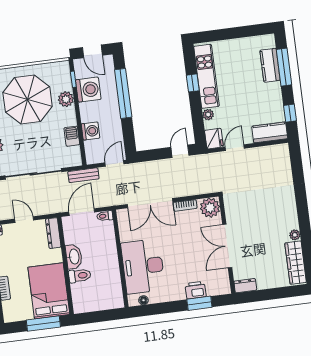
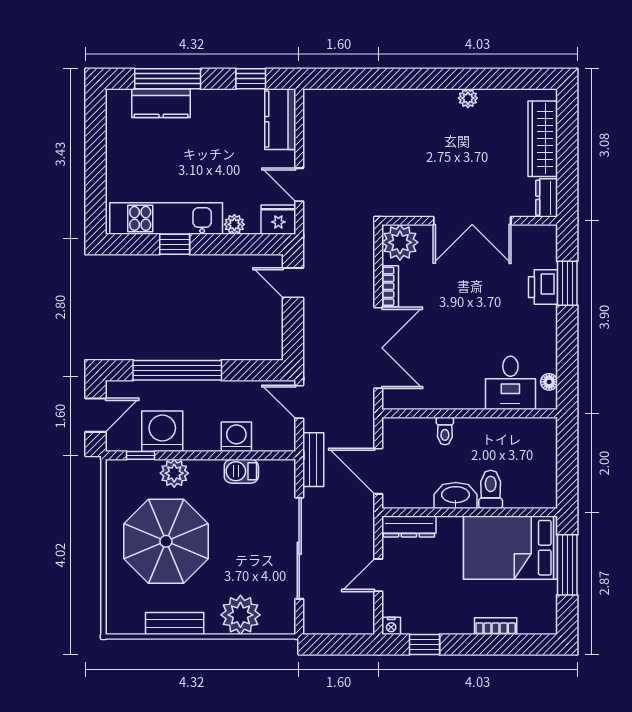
toilet: (105, 216) -> (445, 431), moved
wardrobe: (296, 263) -> (543, 139), moved, turned 90
desk: (143, 266) -> (510, 383), width x0.53, depth x0.77

